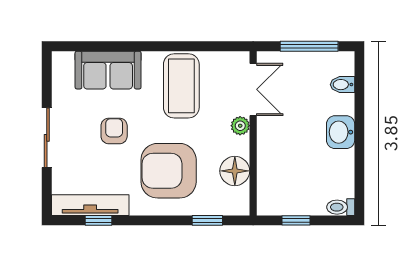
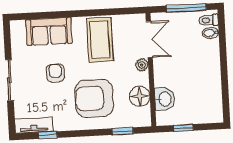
washbasin: (341, 132) -> (164, 99), moved, turned 180
tv unit: (90, 205) -> (34, 125), width x0.71
toilet: (341, 207) -> (208, 20), moved

